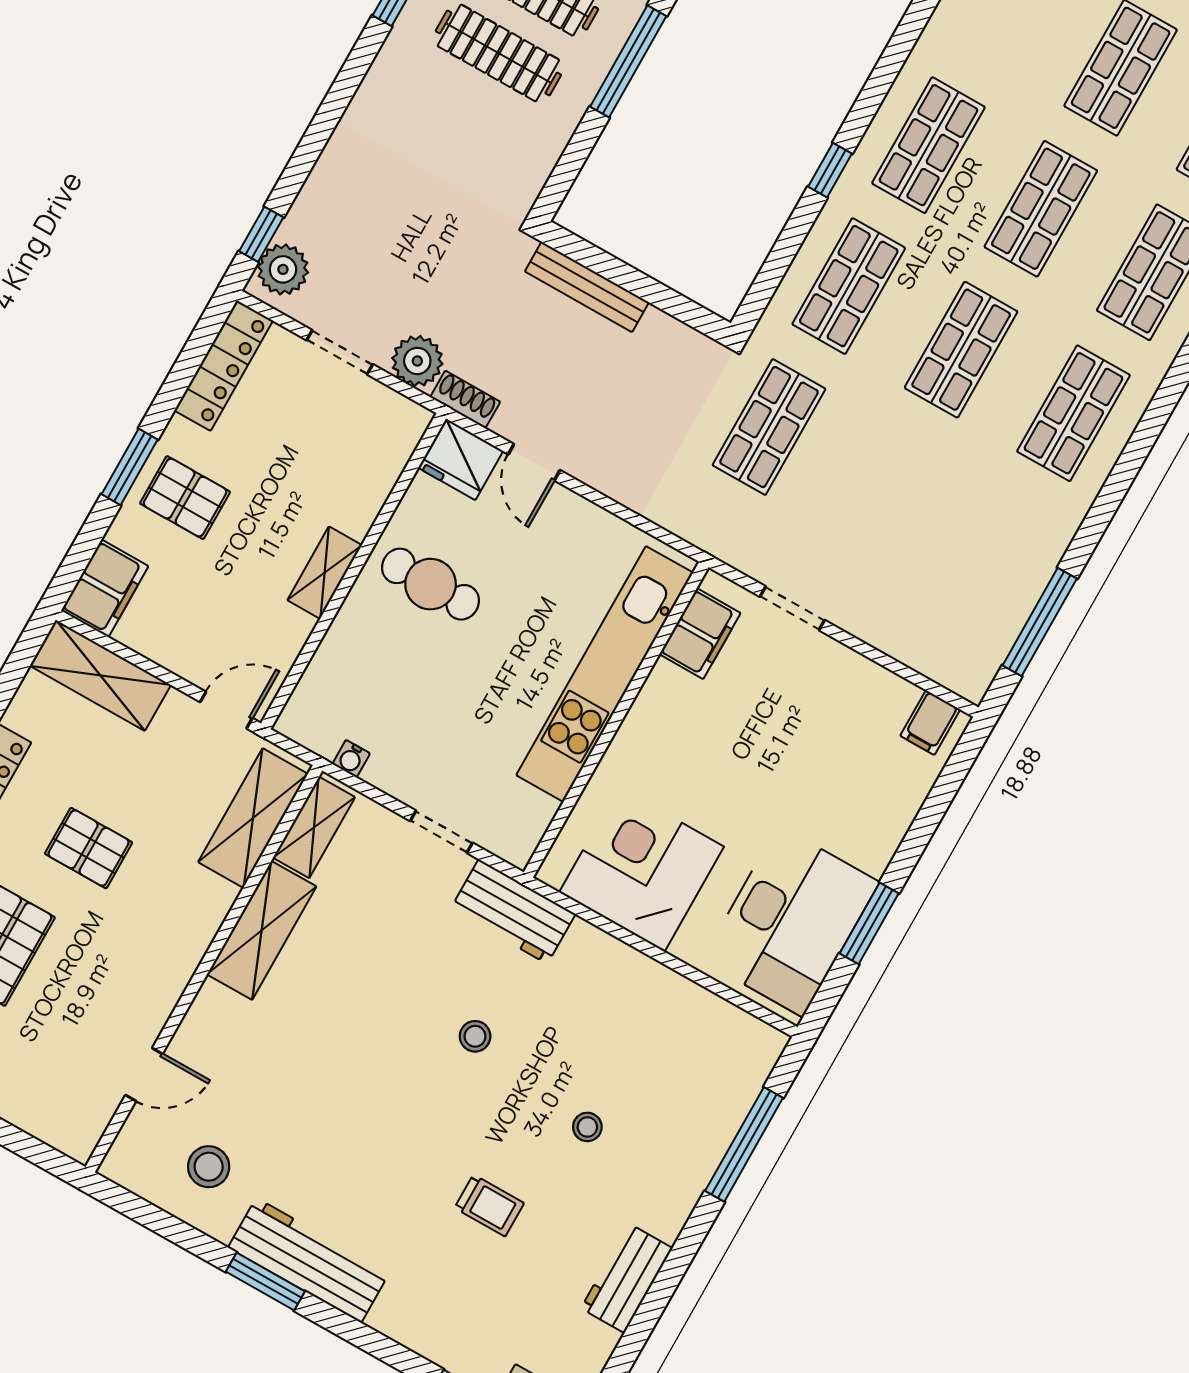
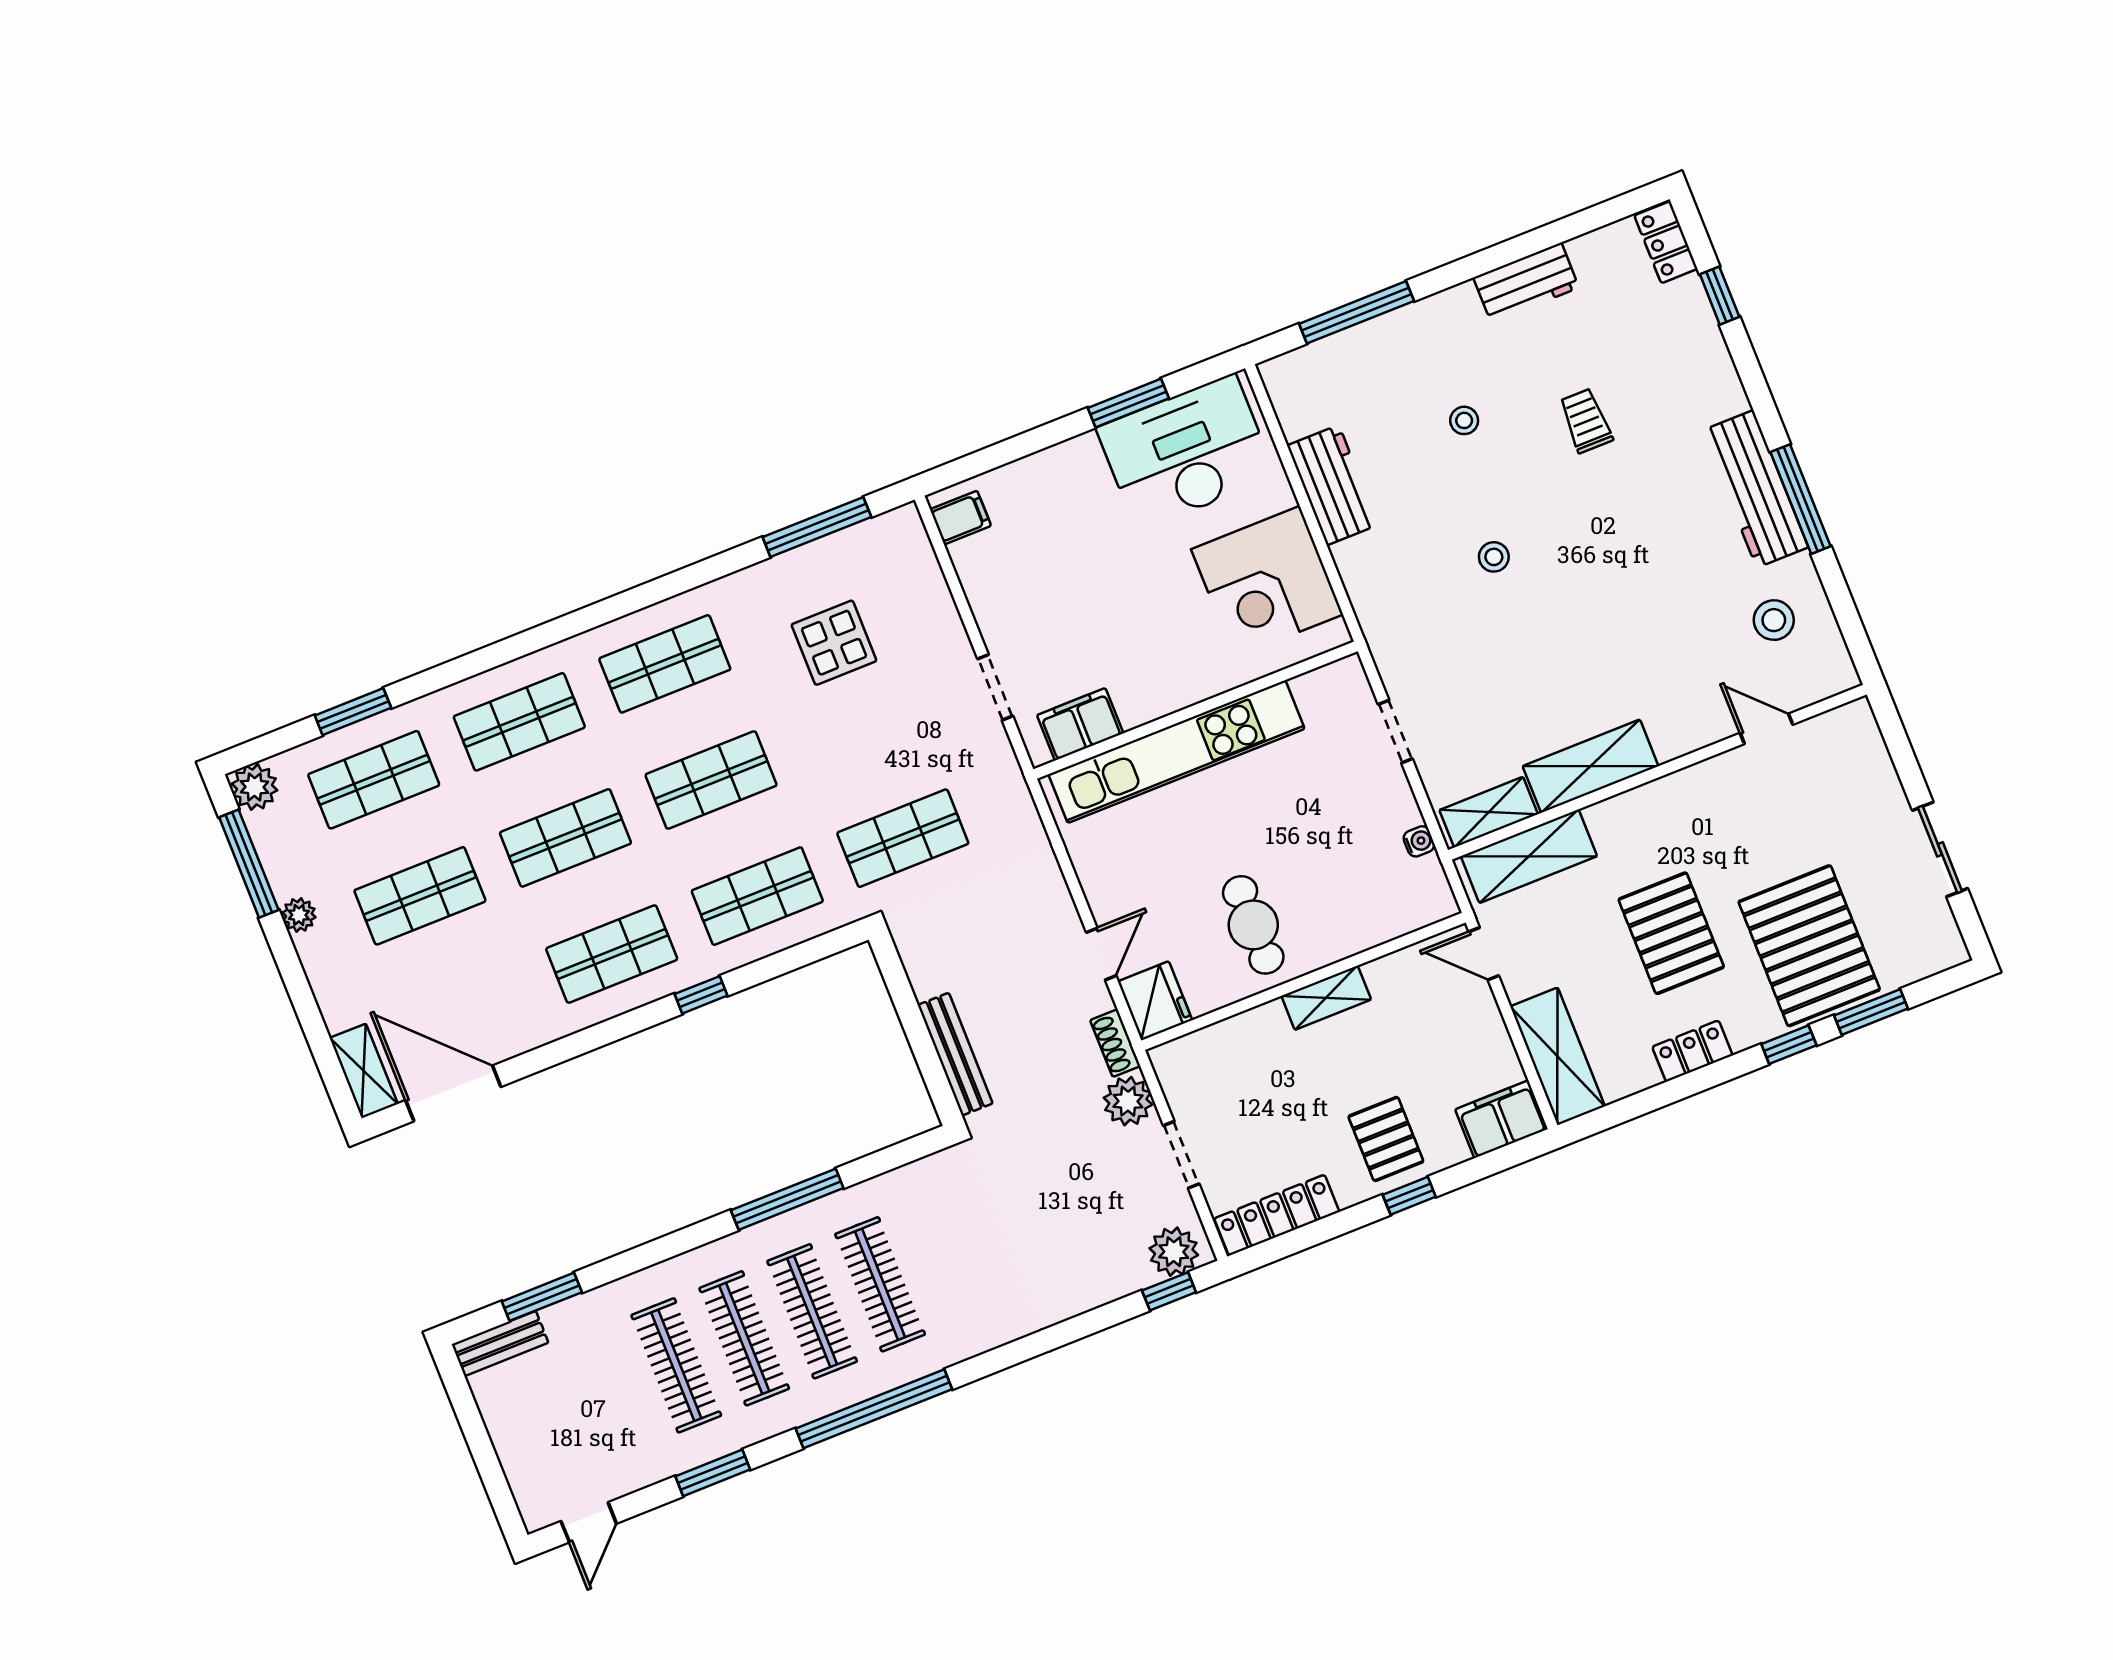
window: (130, 467) -> (1409, 1196), width x0.67
display table: (951, 540) -> (834, 643), added
pallet: (89, 848) -> (1671, 933), width x1.50, depth x1.42
workbench: (513, 912) -> (1333, 485), moved
window: (265, 1281) -> (1801, 499), width x1.44

